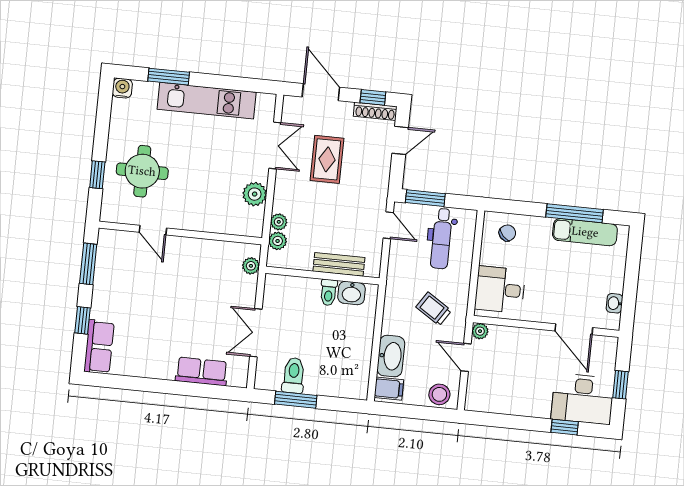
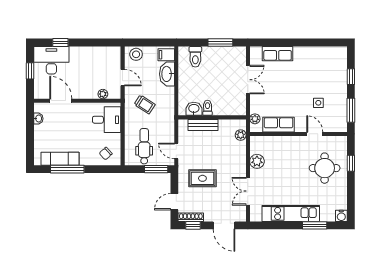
rug: (327, 159) -> (202, 178), moved, turned 90
plant: (279, 222) -> (241, 146), removed
side table: (142, 282) -> (318, 103), added
plant: (480, 331) -> (103, 94), moved
row of seats: (99, 347) -> (278, 125), moved, turned 90
toilet: (294, 375) -> (195, 57), moved

